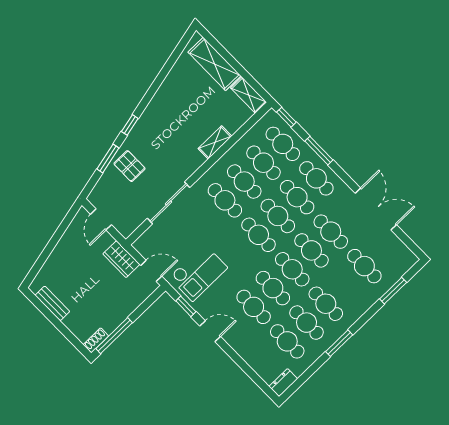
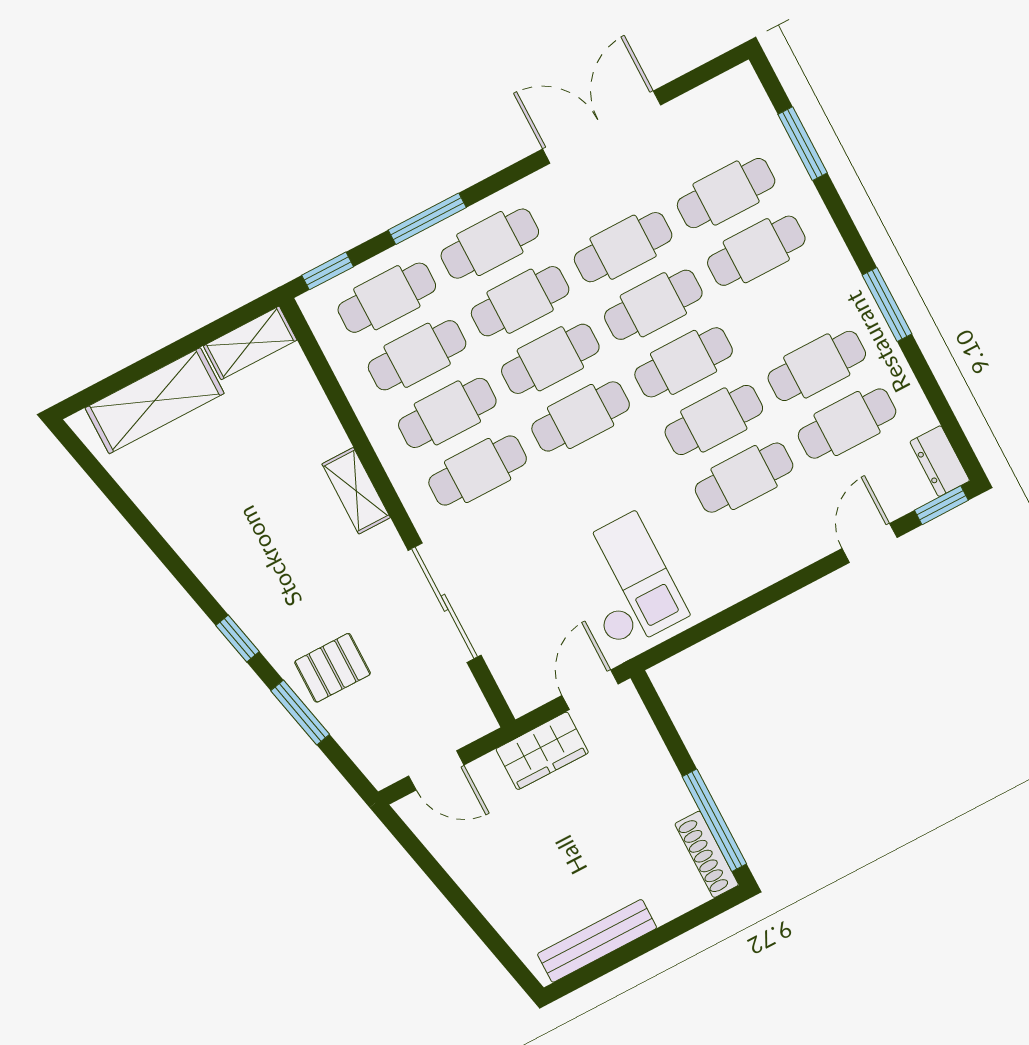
shelving: (215, 142) -> (356, 491), moved
bench: (52, 303) -> (597, 941), width x1.36
cafe table: (326, 304) -> (756, 251), moved
window: (186, 306) -> (941, 505), moved
door: (210, 331) -> (870, 543), moved
shoe rack: (96, 340) -> (707, 854), width x1.43

